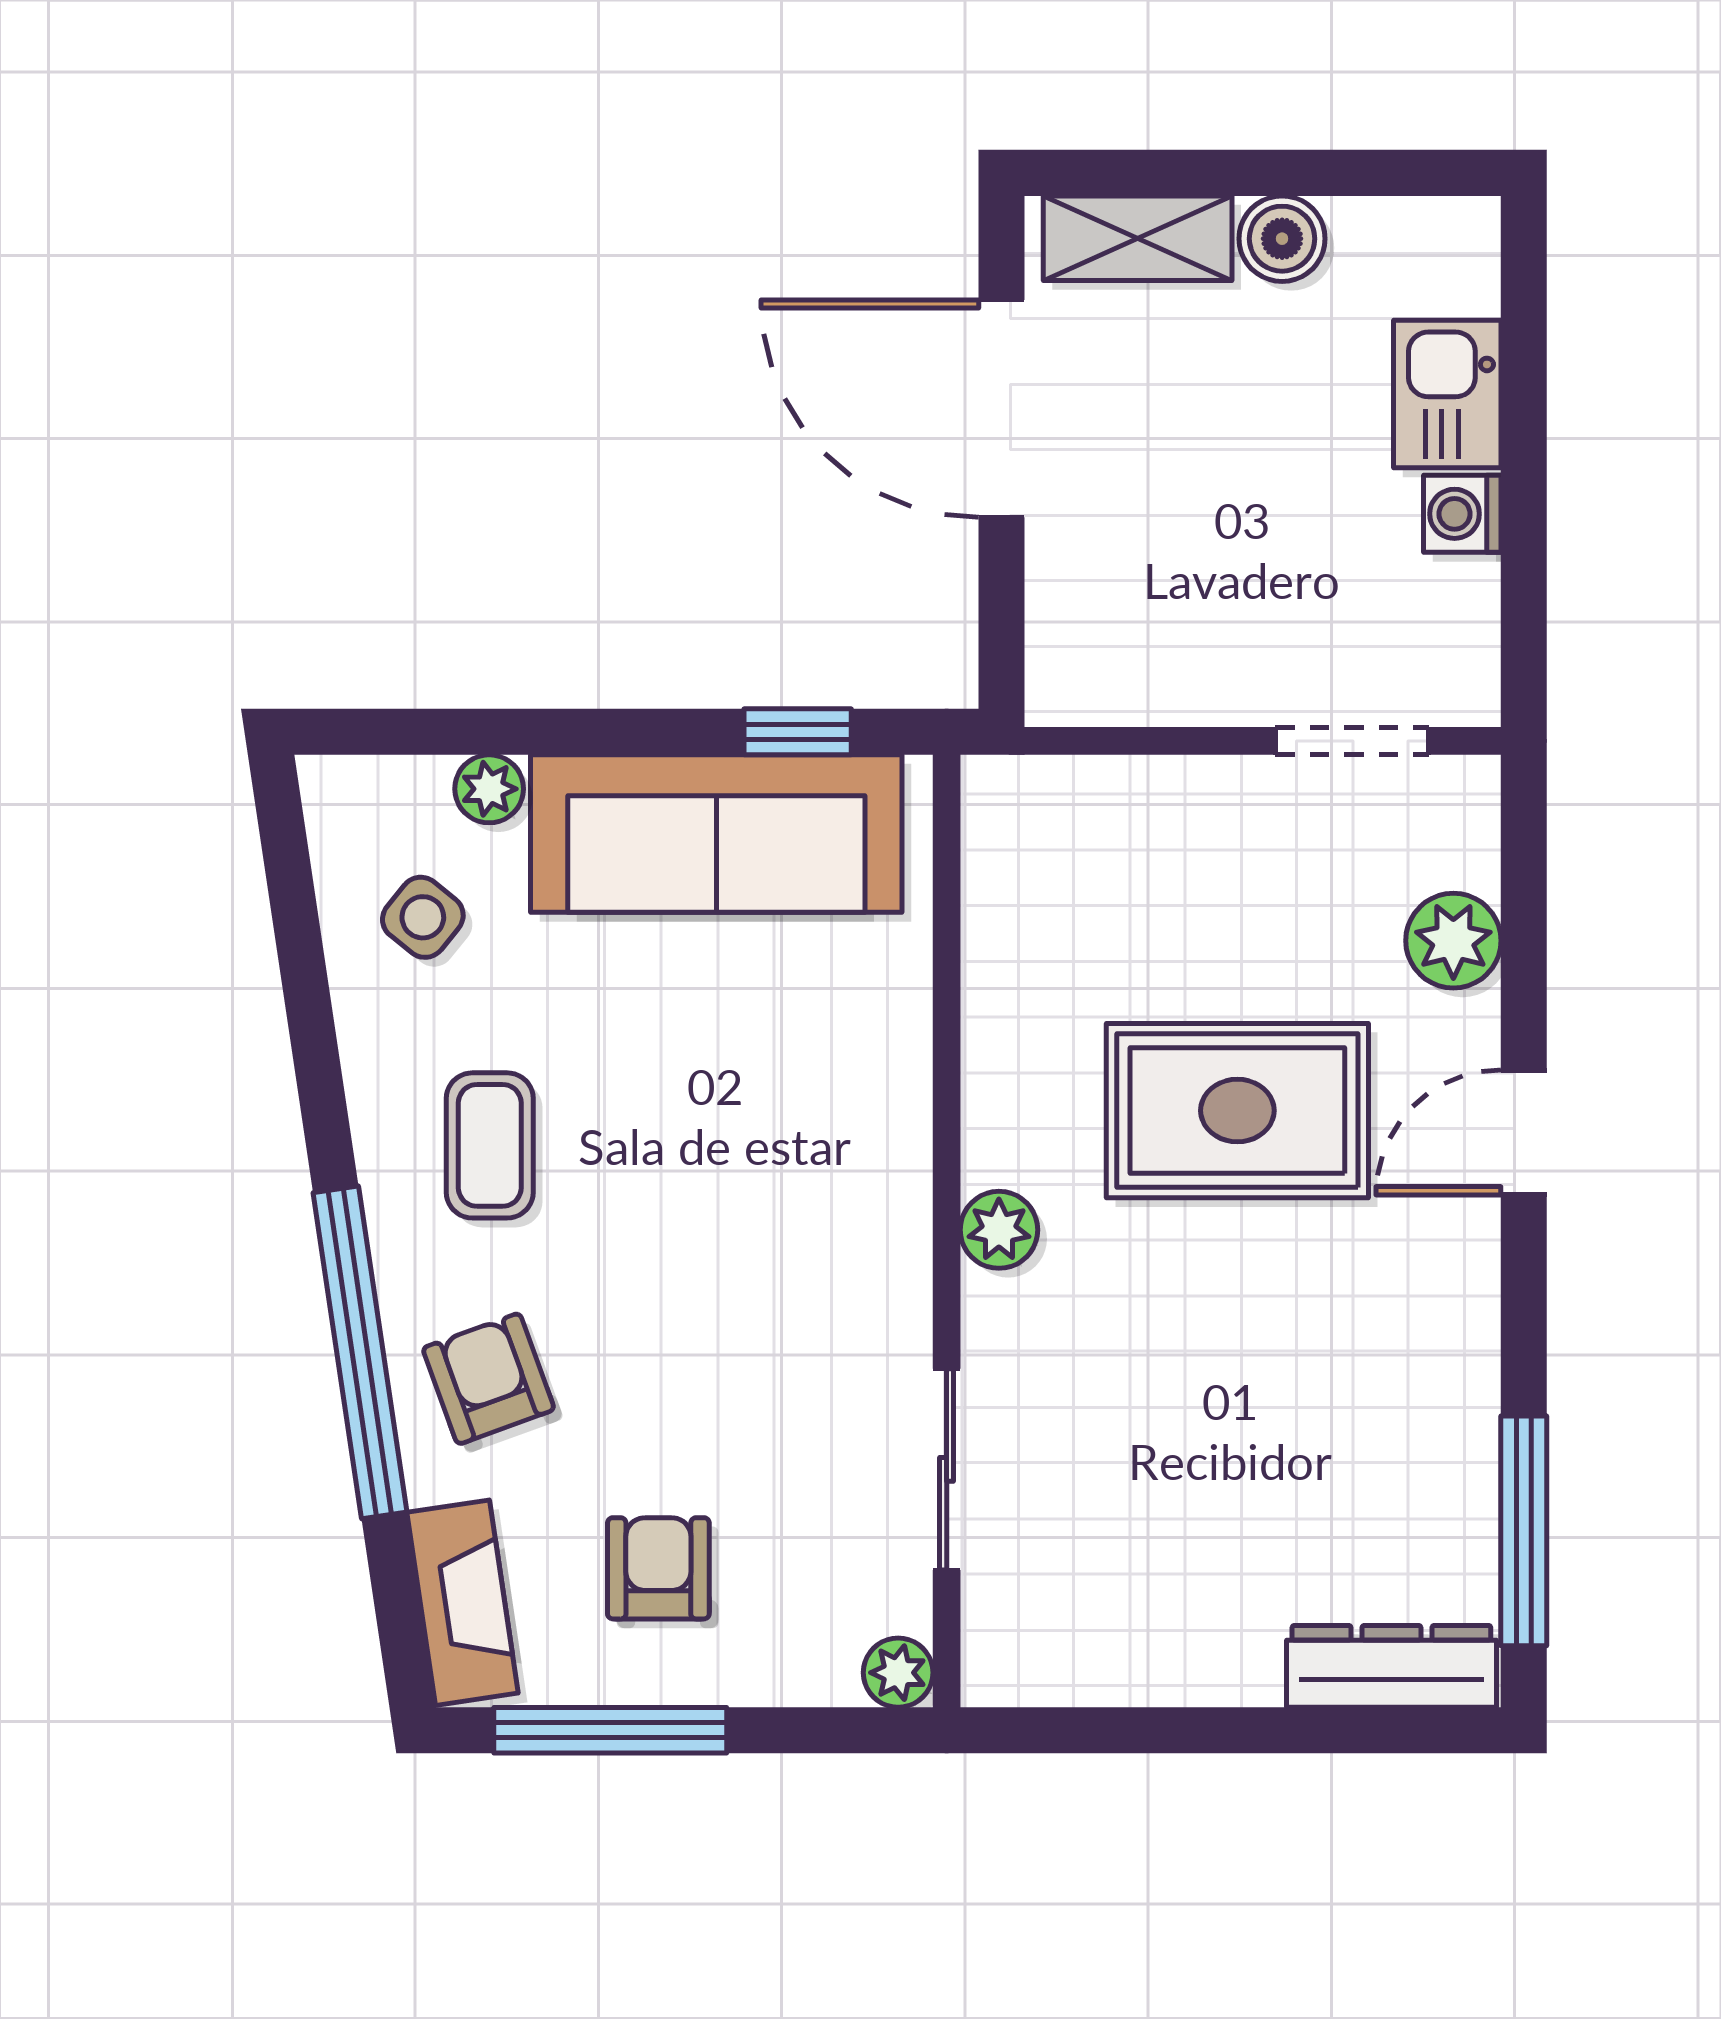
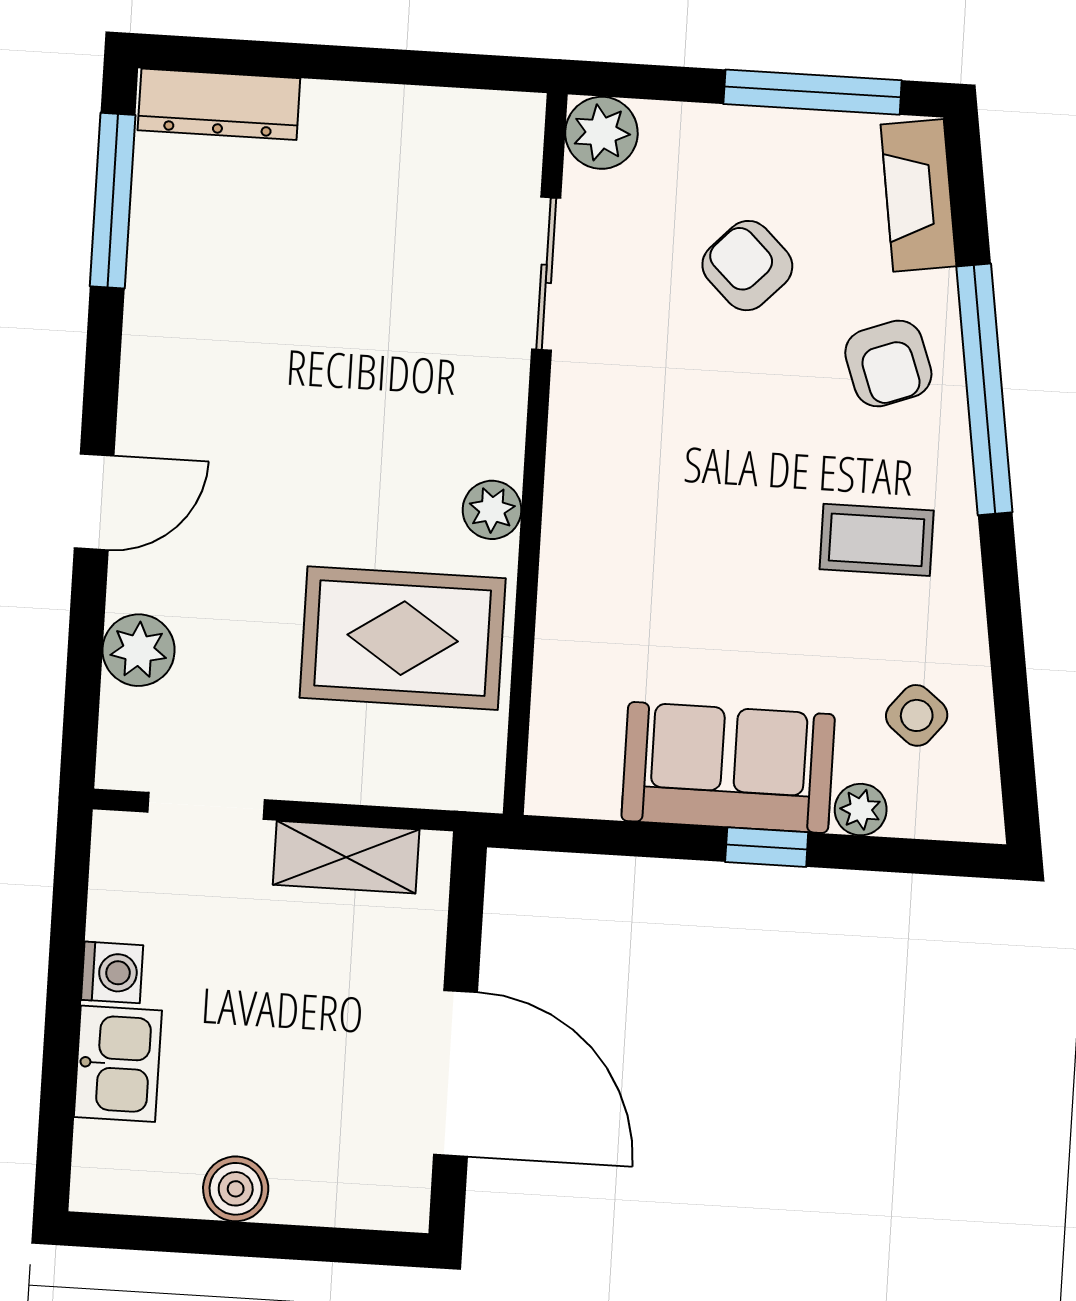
shelving: (1138, 238) -> (346, 857), moved
window: (798, 732) -> (767, 847), moved
sofa: (716, 833) -> (728, 768), width x0.73
rug: (1237, 1111) -> (403, 638), moved
coffee table: (490, 1145) -> (877, 540), turned 90
plant: (999, 1230) -> (492, 510), moved
armchair: (658, 1568) -> (747, 266), moved, turned 134
plant: (898, 1673) -> (601, 133), width x1.38, depth x1.38

